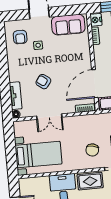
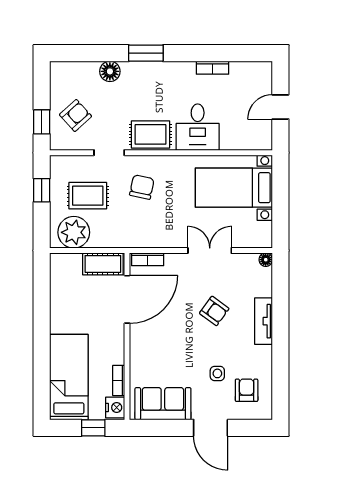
tv unit: (16, 96) -> (264, 321), moved

